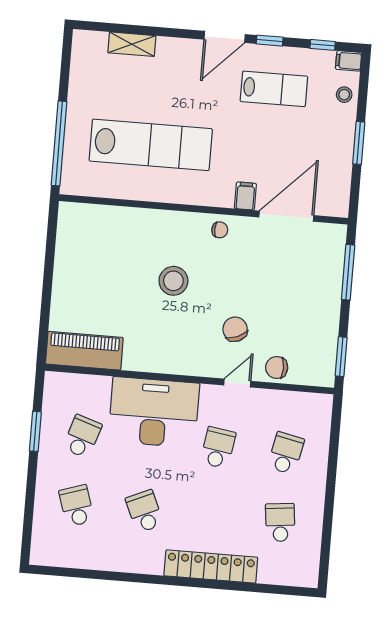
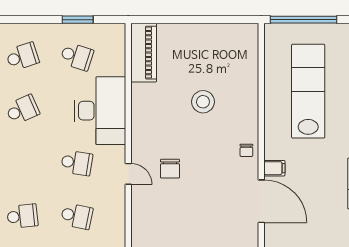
lab bench: (151, 145) -> (308, 91), turned 180
stool: (173, 281) -> (203, 102), moved
chair: (235, 329) -> (170, 169), turned 113
chair: (277, 367) -> (143, 203), removed

